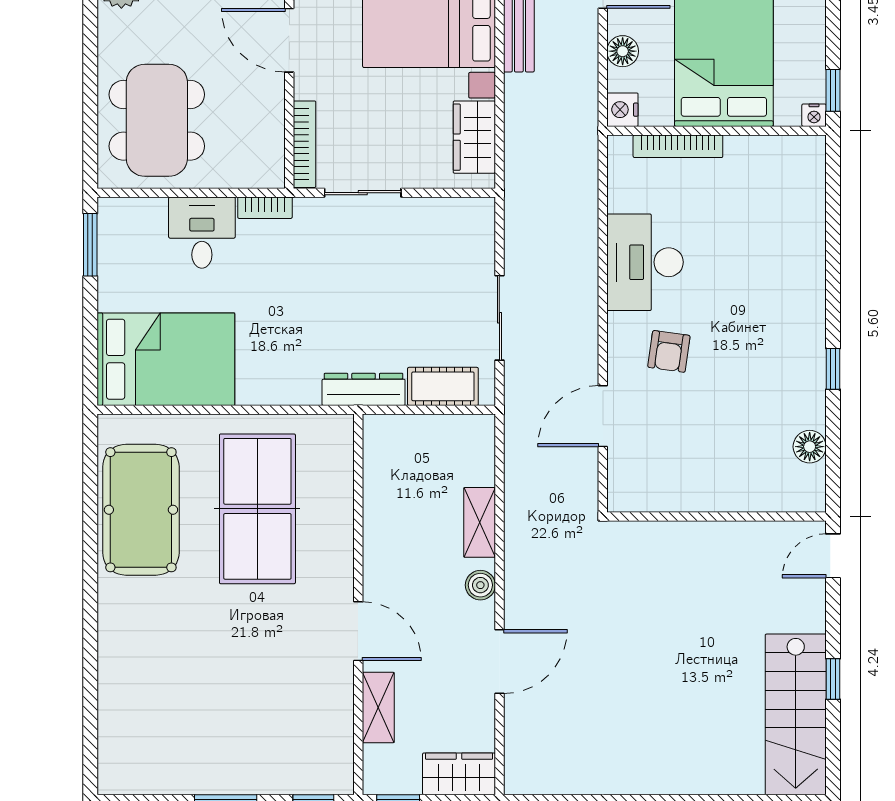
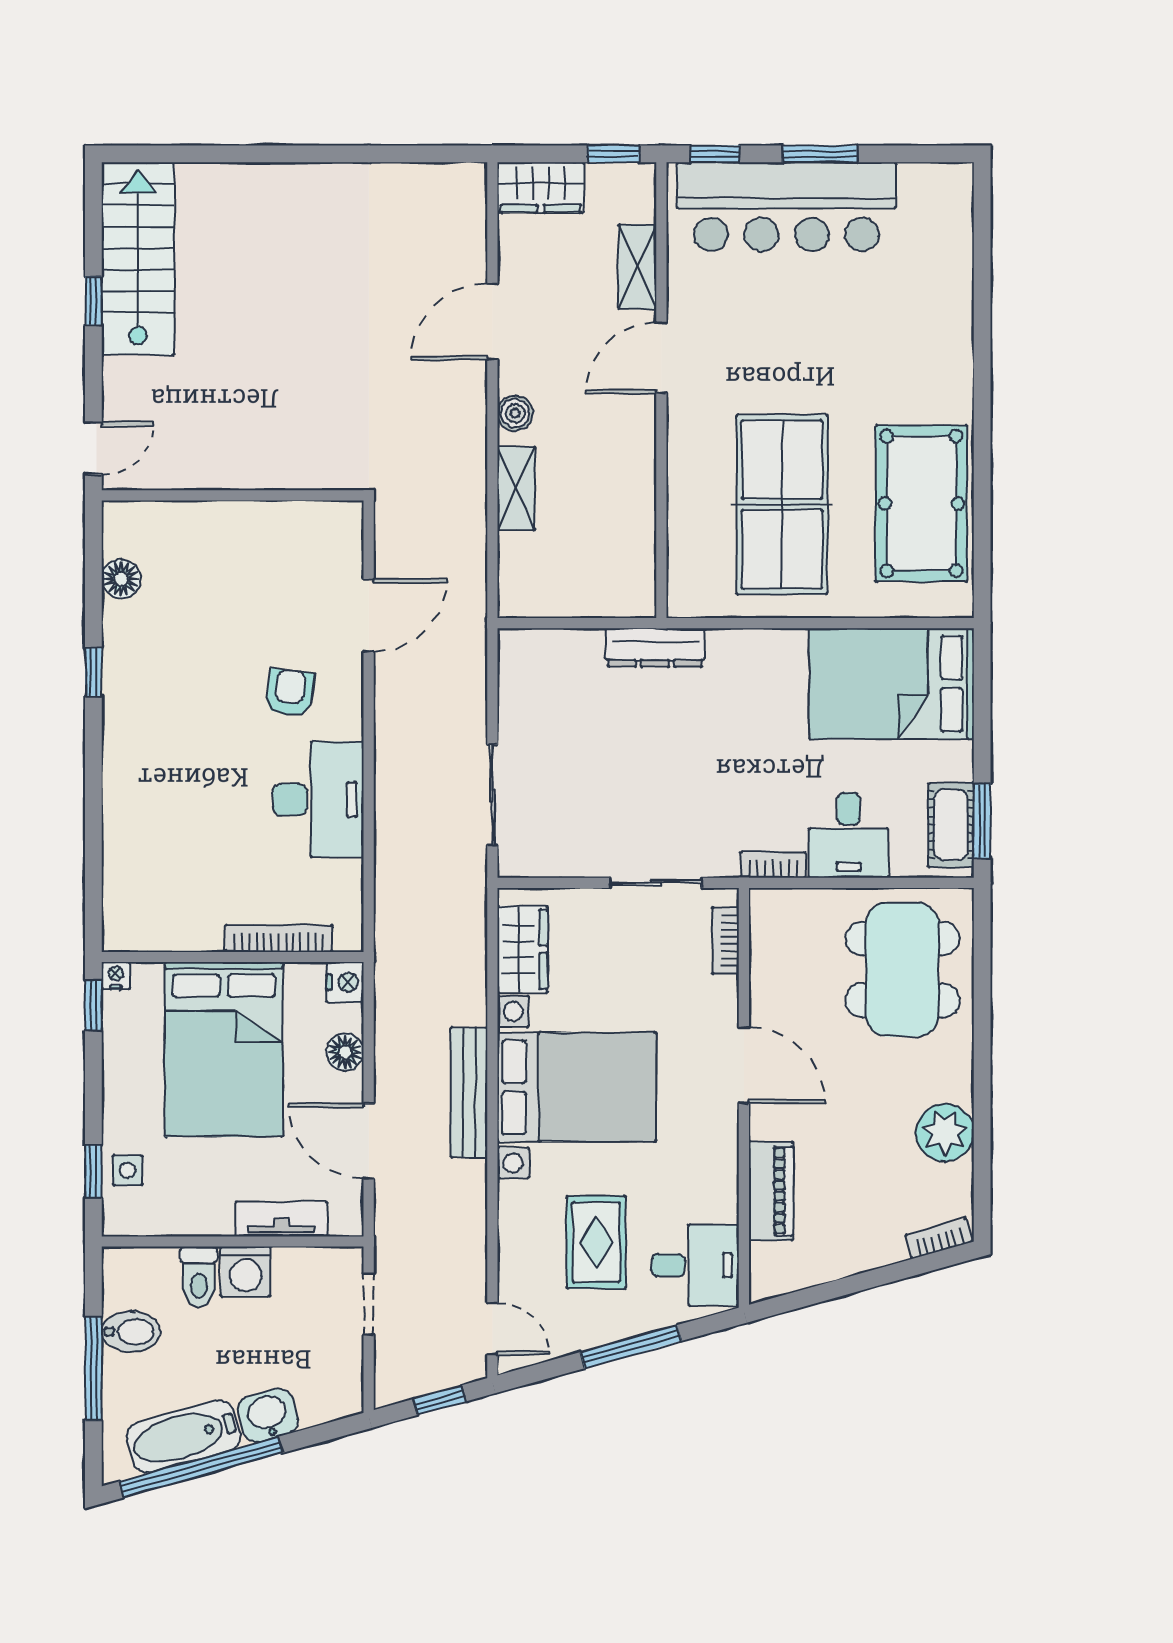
bookcase: (305, 144) -> (726, 941), width x0.64
sliding door: (499, 318) -> (492, 795), moved
cot: (443, 386) -> (951, 825), moved, turned 90
door: (358, 631) -> (661, 358), hinge flipped
bar counter: (254, 758) -> (786, 207), added

